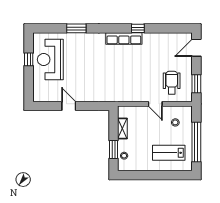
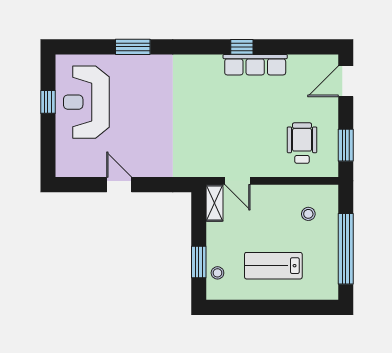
row of seats: (124, 38) -> (255, 65), moved
door: (155, 104) -> (238, 181), moved
shelving: (122, 129) -> (214, 203), moved
lab bench: (169, 153) -> (273, 266), moved

